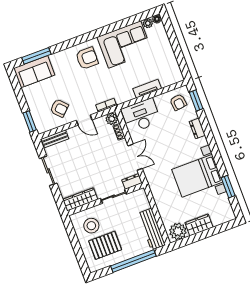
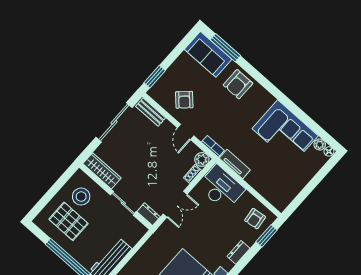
armchair: (87, 58) -> (238, 84), moved, turned 90
tv unit: (147, 89) -> (235, 164), moved
sliding door: (48, 171) -> (114, 122), width x1.37

